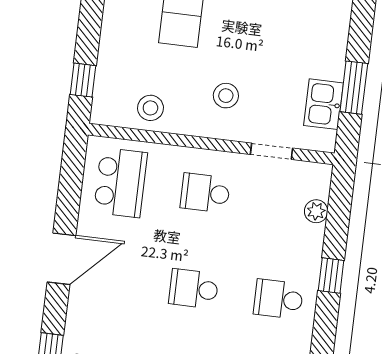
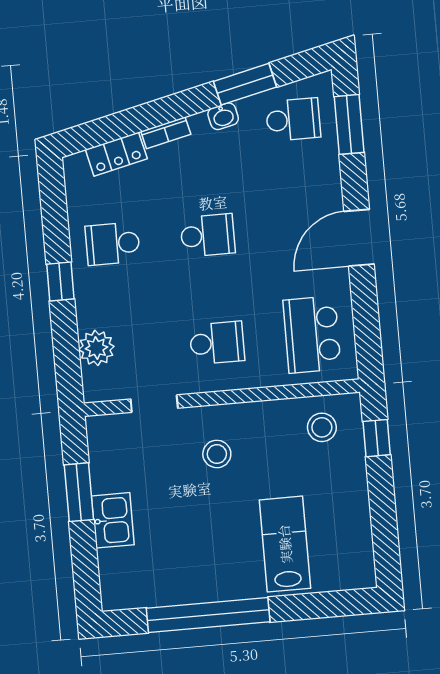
kitchen sink: (324, 104) -> (113, 520), moved
stool: (150, 108) -> (322, 427), moved
plant: (316, 211) -> (96, 348), width x1.38, depth x1.38
school desk: (278, 299) -> (113, 244), turned 180

